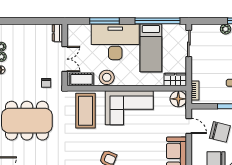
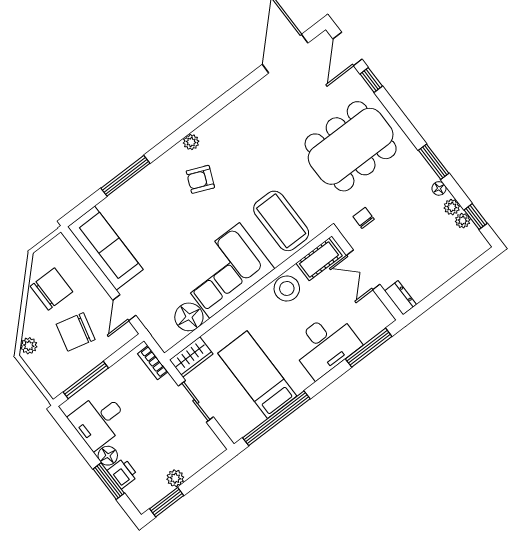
window: (104, 21) -> (369, 348), moved
desk: (115, 42) -> (325, 345), width x0.73, depth x0.77
sliding door: (189, 44) -> (196, 401), moved
floor lamp: (178, 99) -> (189, 317), moved
door: (189, 126) -> (124, 308), hinge flipped

